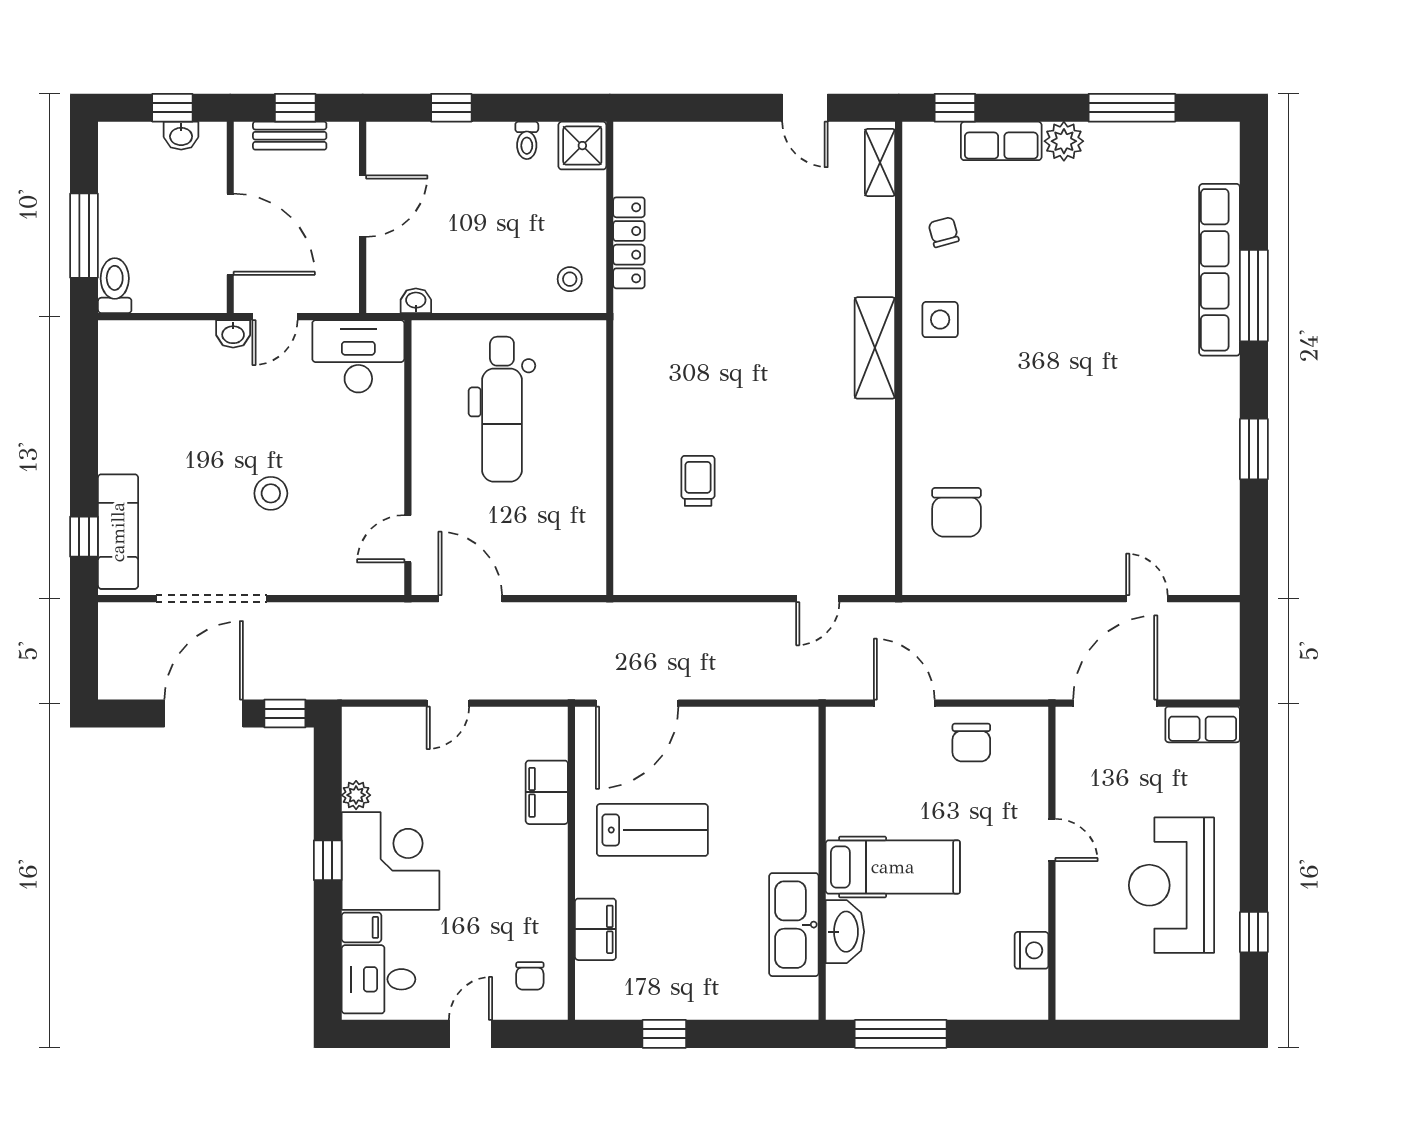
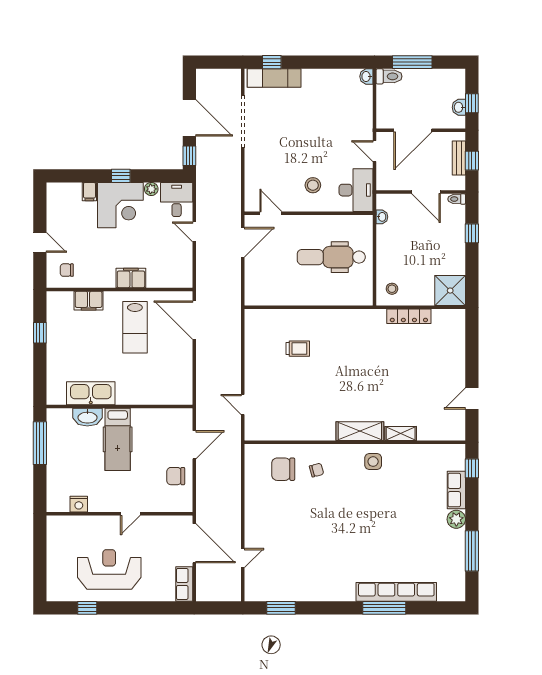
toilet: (527, 140) -> (457, 199), moved
shower: (582, 146) -> (450, 291), width x1.36, depth x1.36
shelving: (880, 162) -> (401, 433), moved
chair: (944, 232) -> (317, 470), moved
washbasin: (233, 334) -> (366, 76), moved
window: (1254, 449) -> (281, 608), moved
stool: (271, 493) -> (313, 185), moved
filing cabinet: (547, 792) -> (131, 278), moved
desk: (379, 979) -> (177, 199), moved

